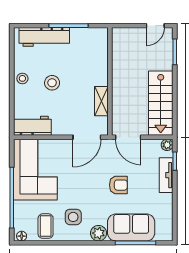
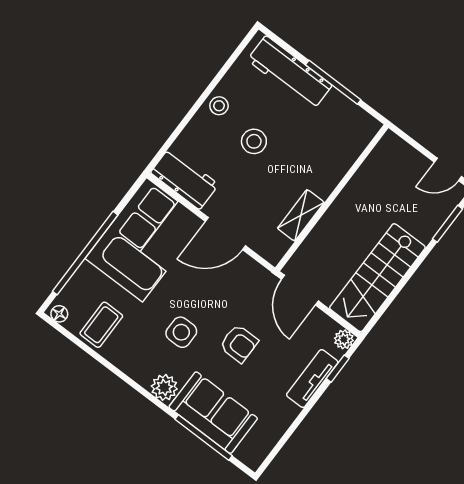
door: (87, 137) -> (225, 234), moved
side table: (73, 217) -> (181, 332), moved

